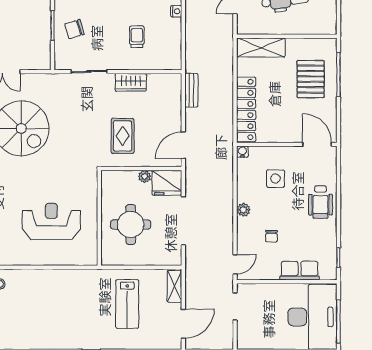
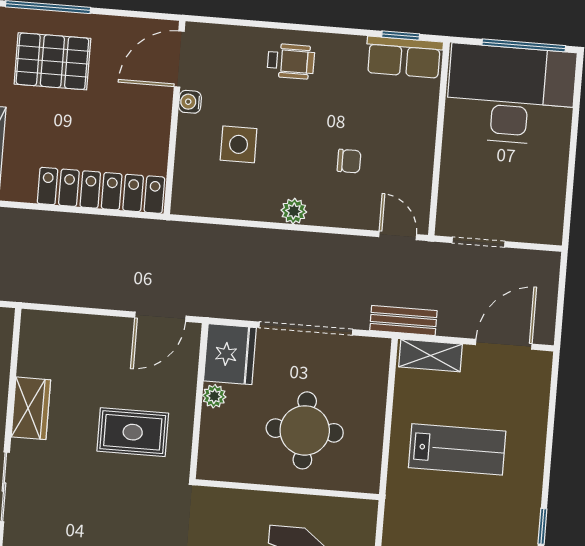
bench: (191, 90) -> (403, 321), moved
door: (183, 145) -> (160, 317), hinge flipped
water cooler: (242, 152) -> (190, 102), moved
wheelchair: (320, 202) -> (291, 61), width x0.73, depth x0.73
row of seats: (300, 271) -> (404, 57), moved, turned -90
door: (183, 324) -> (504, 344), hinge flipped

